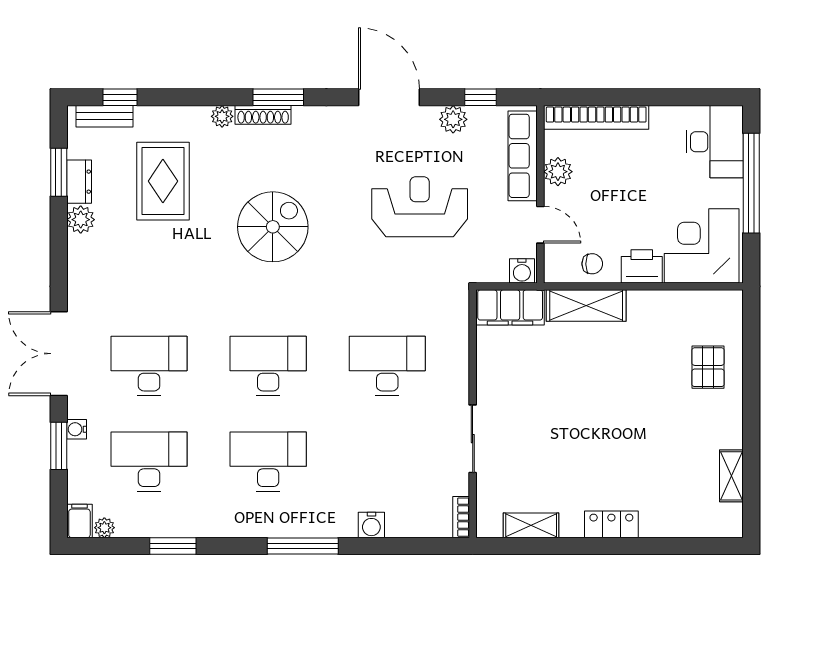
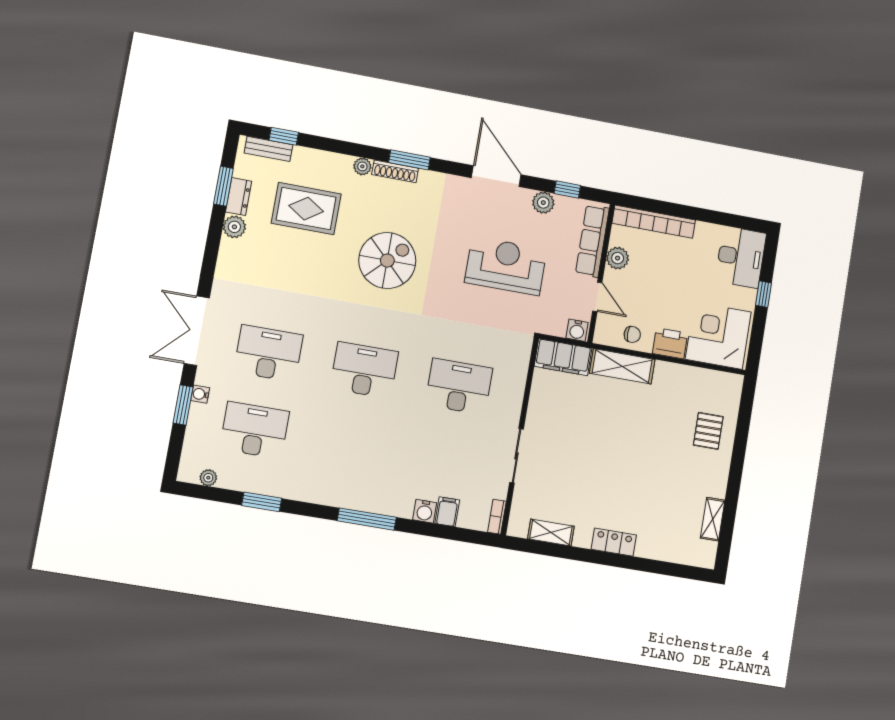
rug: (163, 181) -> (306, 209), turned 90
window: (751, 183) -> (763, 294), width x0.32
desk: (268, 462) -> (351, 447), removed
filing cabinet: (79, 521) -> (447, 512), moved

